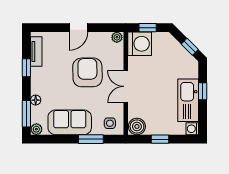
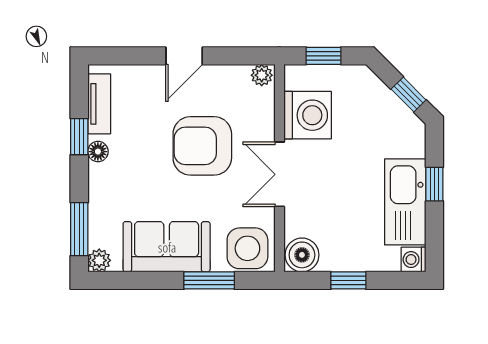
washing machine: (140, 44) -> (308, 115), moved
armchair: (87, 72) -> (202, 146), turned -89
floor lamp: (36, 100) -> (98, 152), moved
side table: (110, 123) -> (247, 248), width x1.87, depth x1.87

